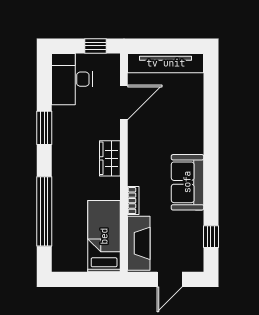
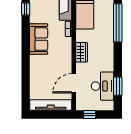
desk: (72, 79) -> (103, 86), moved
window: (44, 128) -> (118, 86), moved

